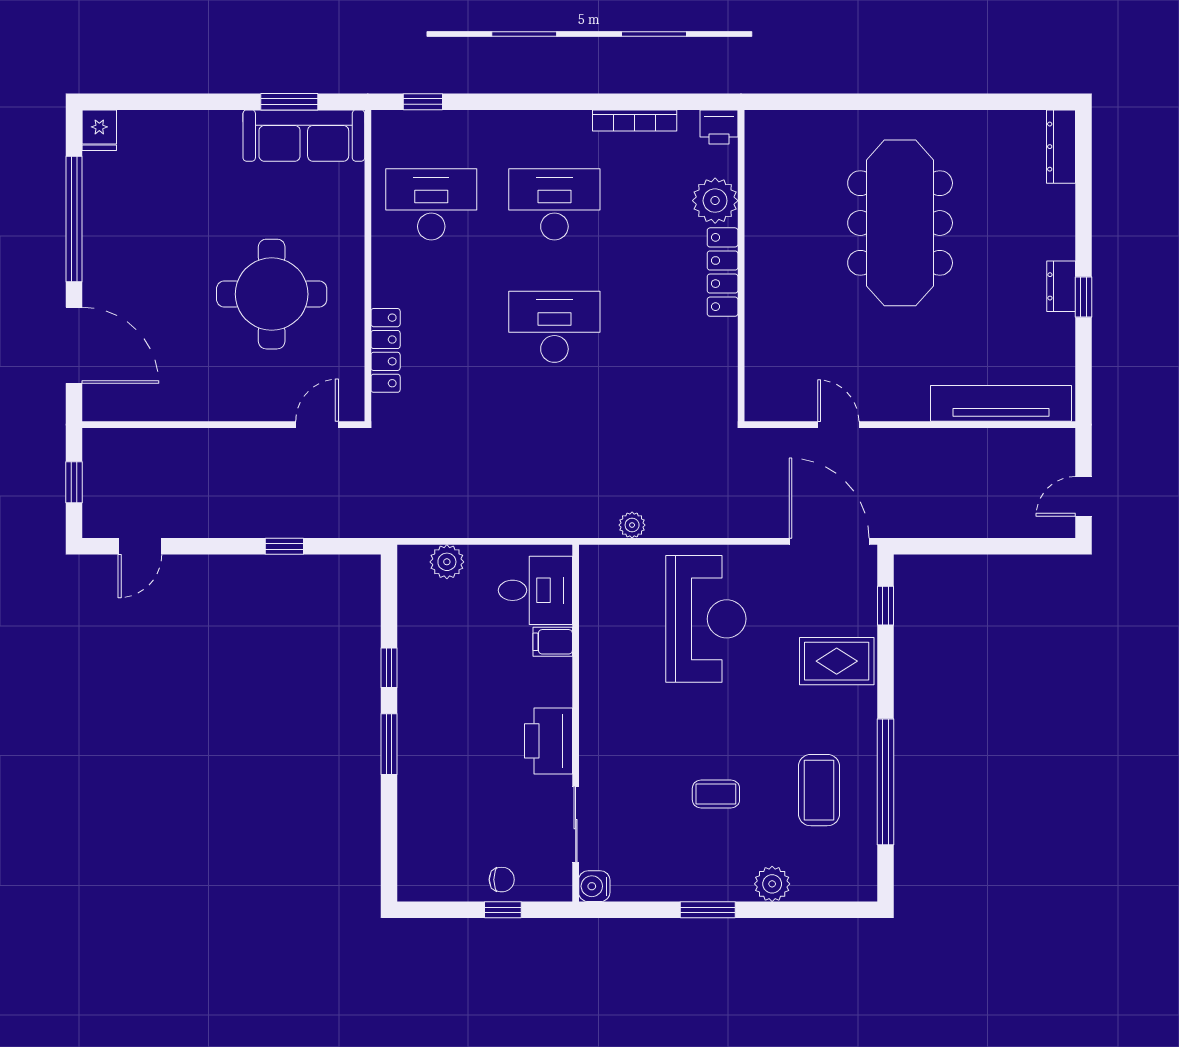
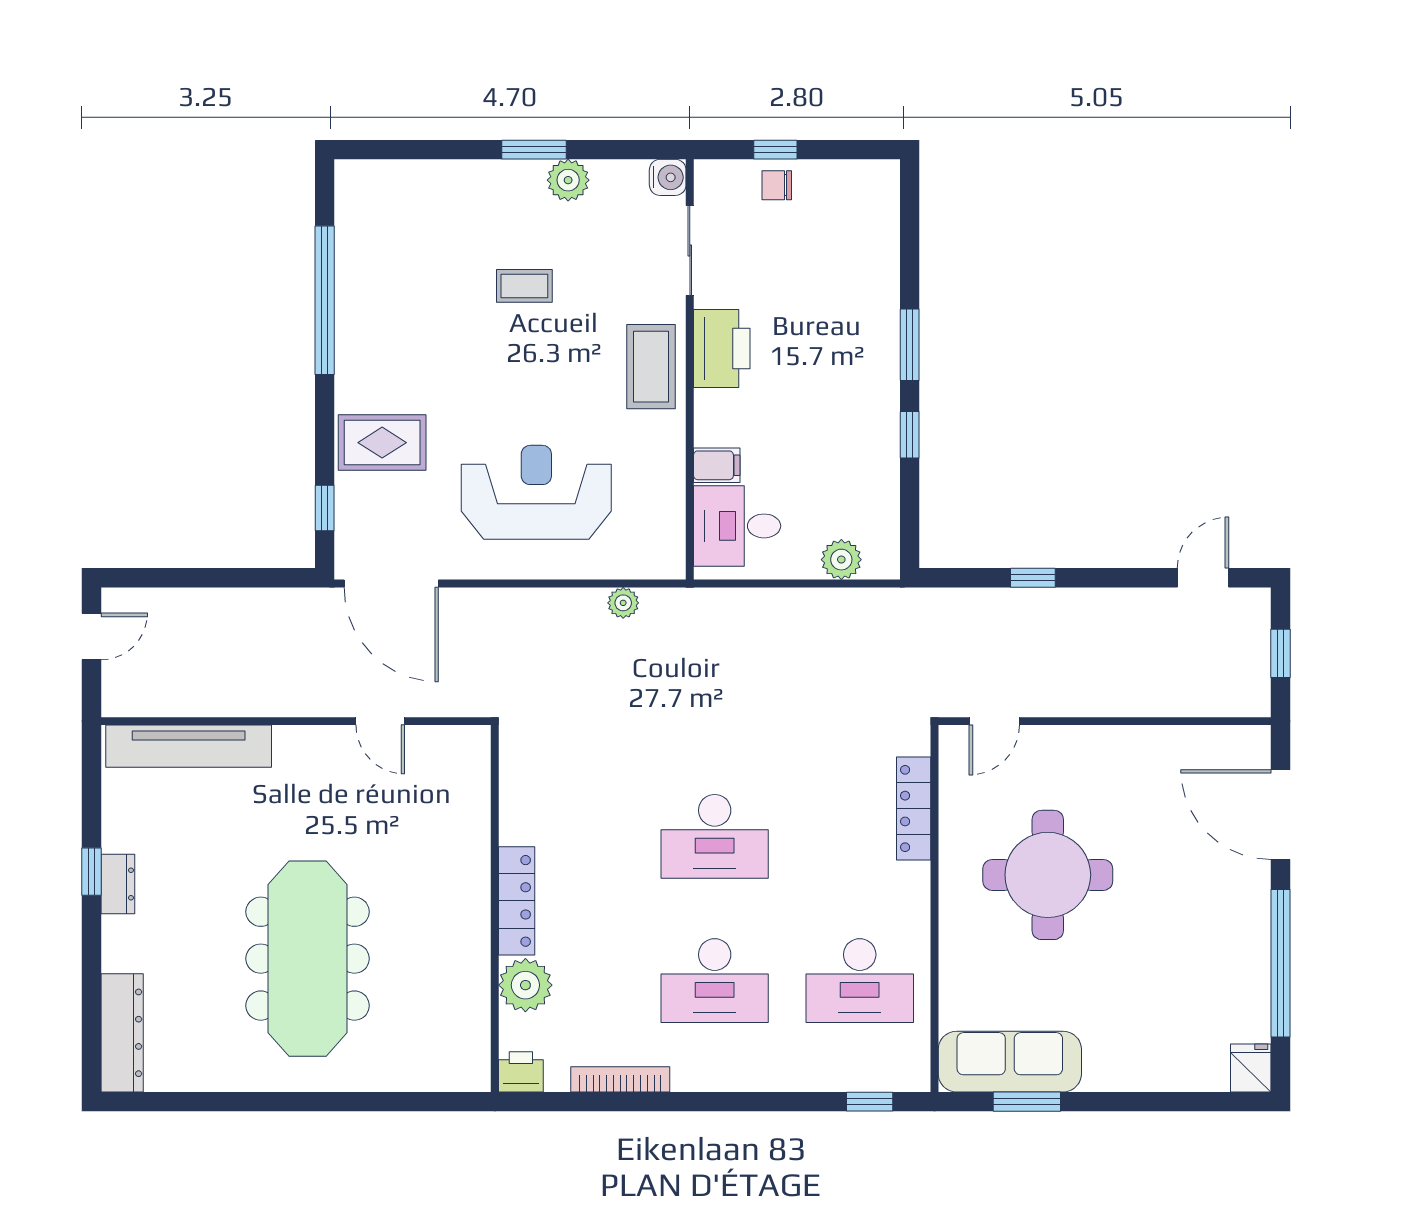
dresser: (1061, 147) -> (122, 1033), width x1.37, depth x1.24
reception desk: (706, 619) -> (536, 492), turned 90
coffee table: (819, 790) -> (651, 367), moved
plant: (772, 884) -> (568, 180), moved

